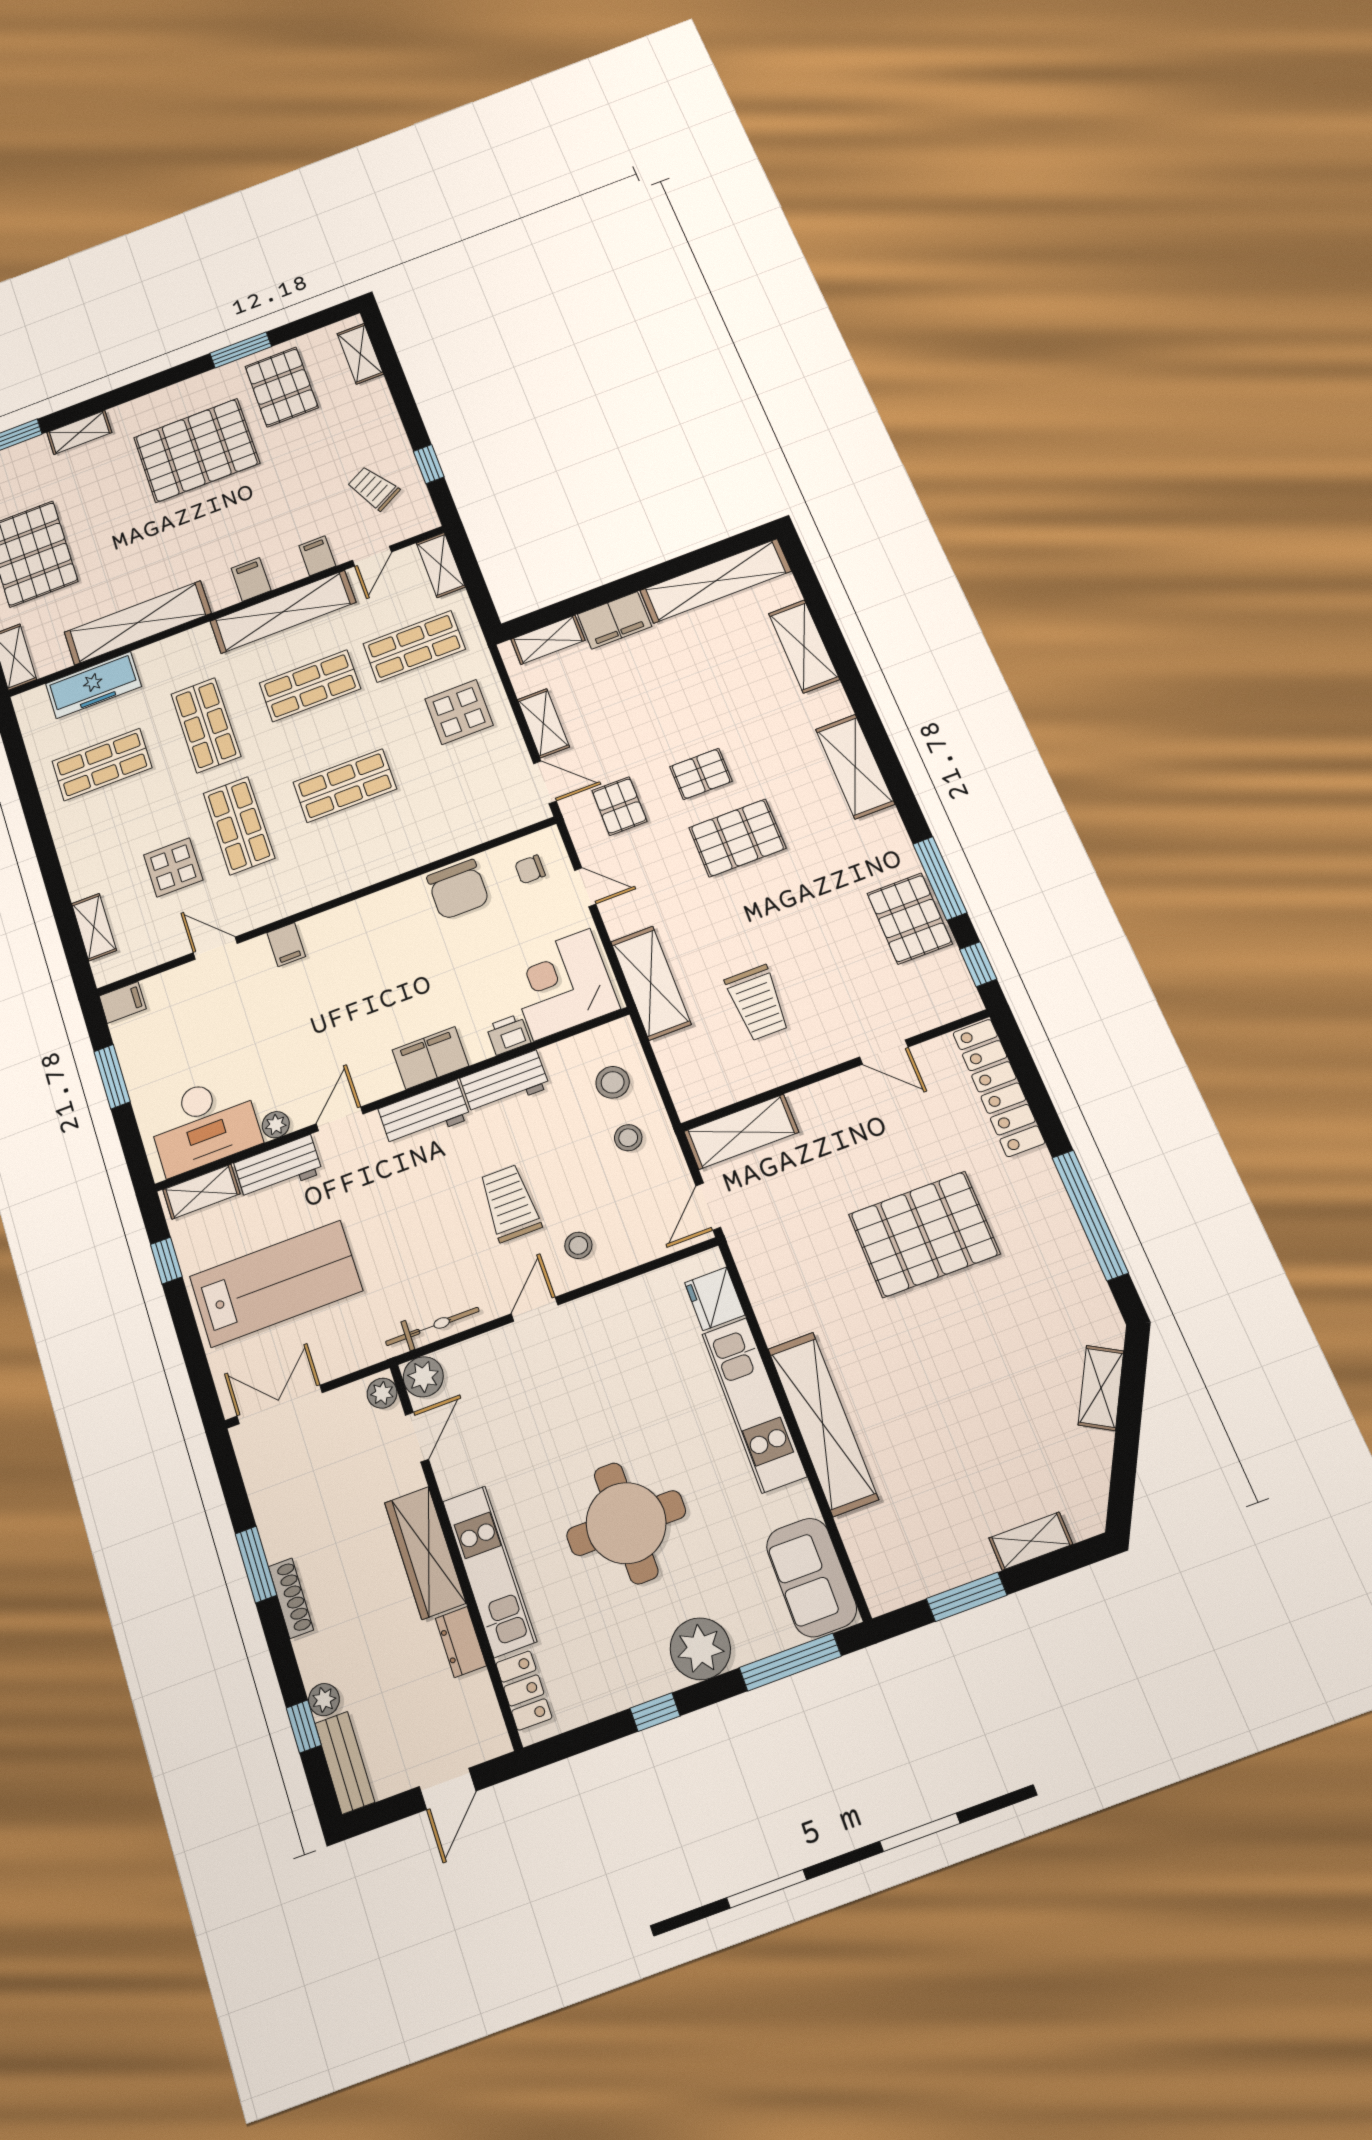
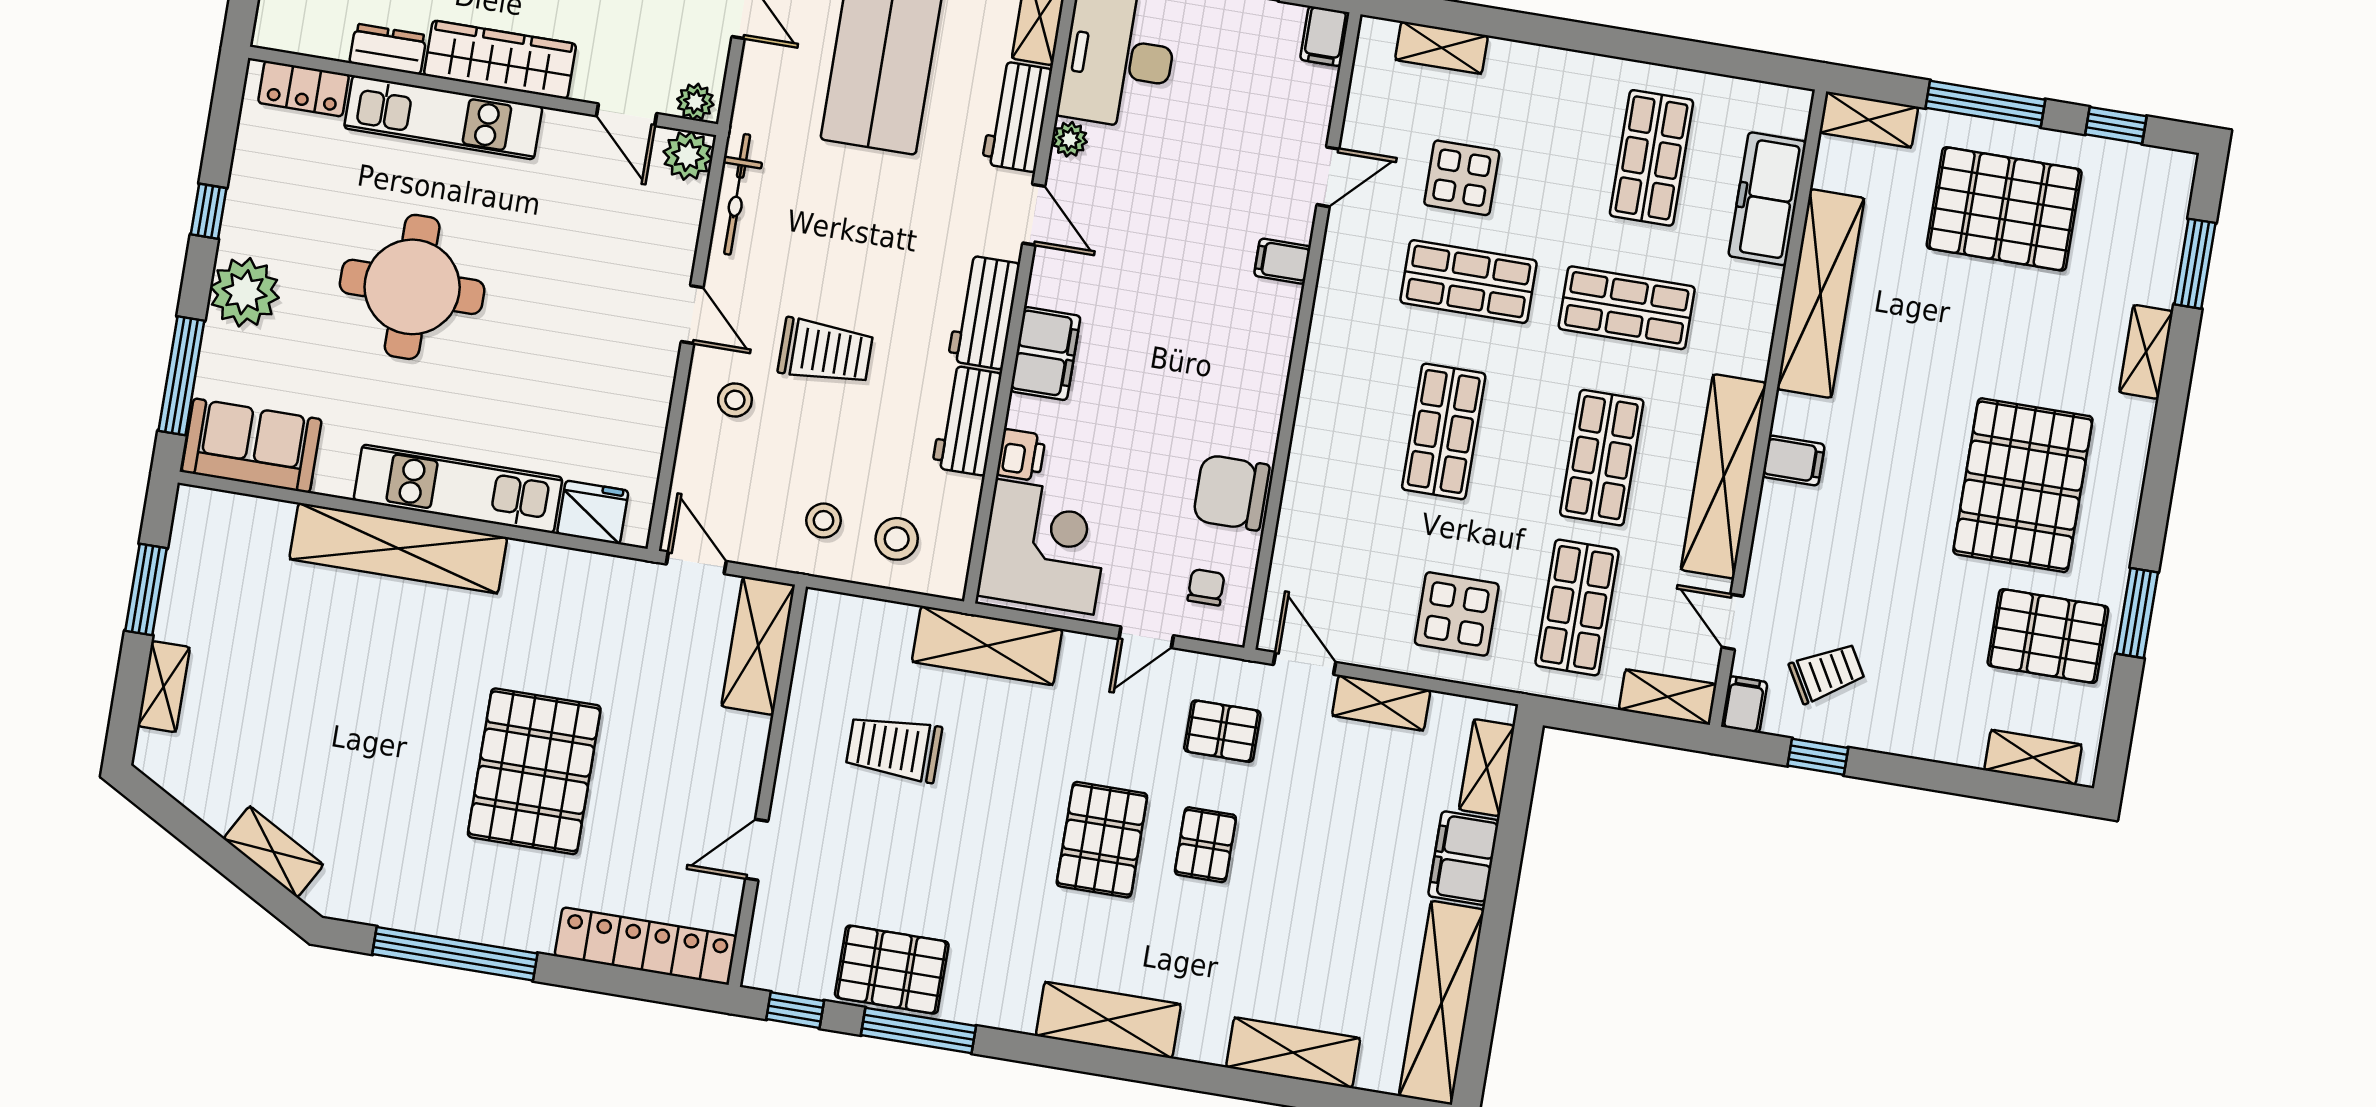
filing cabinet: (317, 556) -> (1744, 704), moved, turned -90
door: (545, 782) -> (1305, 663), swing flipped

